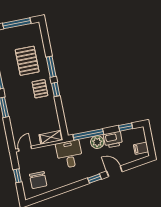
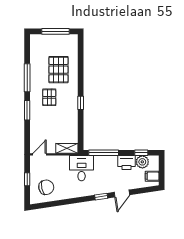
window: (51, 67) -> (81, 80), removed
pallet: (40, 89) -> (49, 97), moved
plant: (97, 142) -> (142, 162), moved
door: (114, 171) -> (122, 194), swing flipped
chair: (38, 180) -> (46, 187), turned -102

